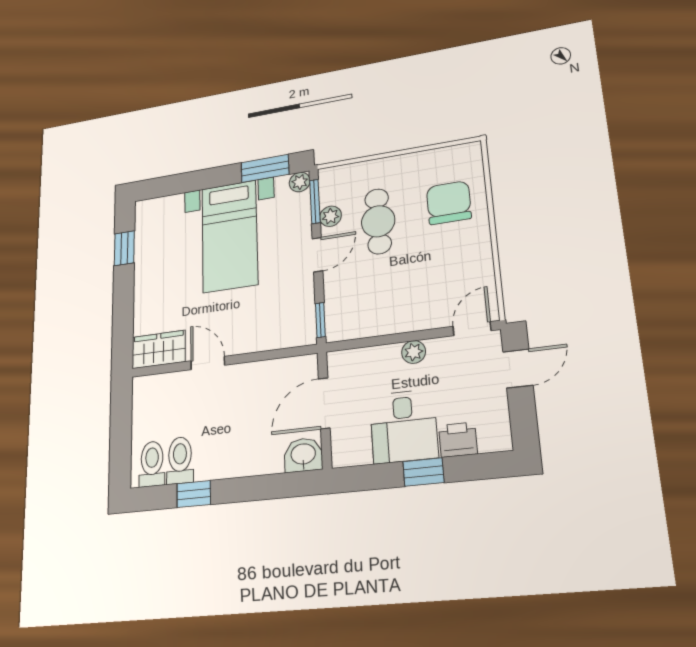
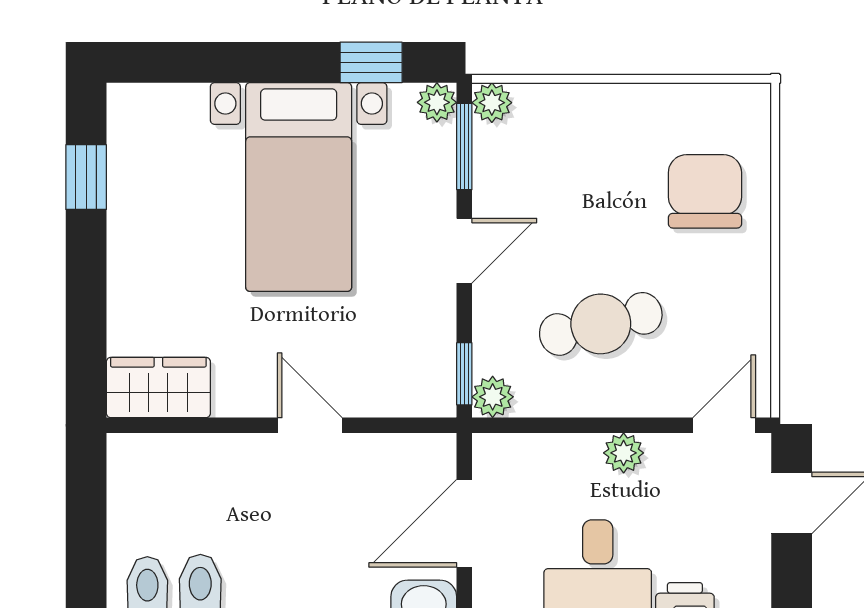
window: (265, 169) -> (371, 62), width x0.67
plant: (330, 216) -> (492, 103), moved
cafe table: (378, 221) -> (601, 324), moved, turned 76
plant: (337, 330) -> (493, 397), added
door: (208, 363) -> (310, 425), moved

